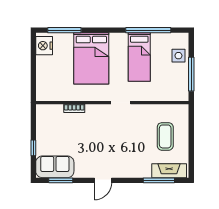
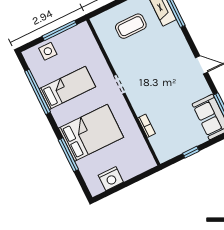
window: (64, 30) -> (68, 155), moved
nightstand: (44, 46) -> (111, 179), moved
window: (33, 148) -> (191, 152), moved

